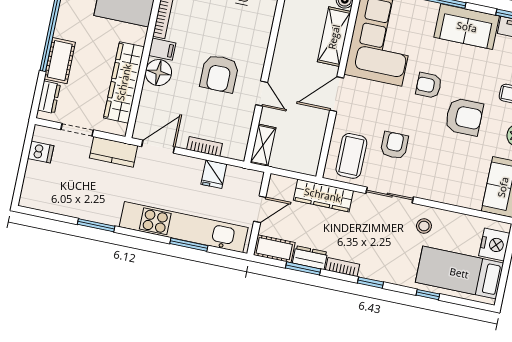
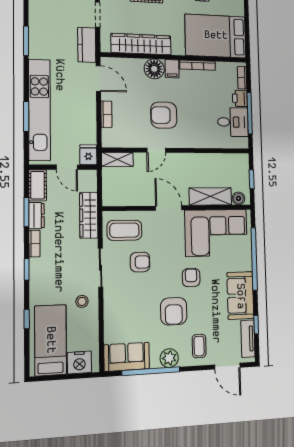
fridge: (214, 174) -> (88, 155), moved, turned 90

